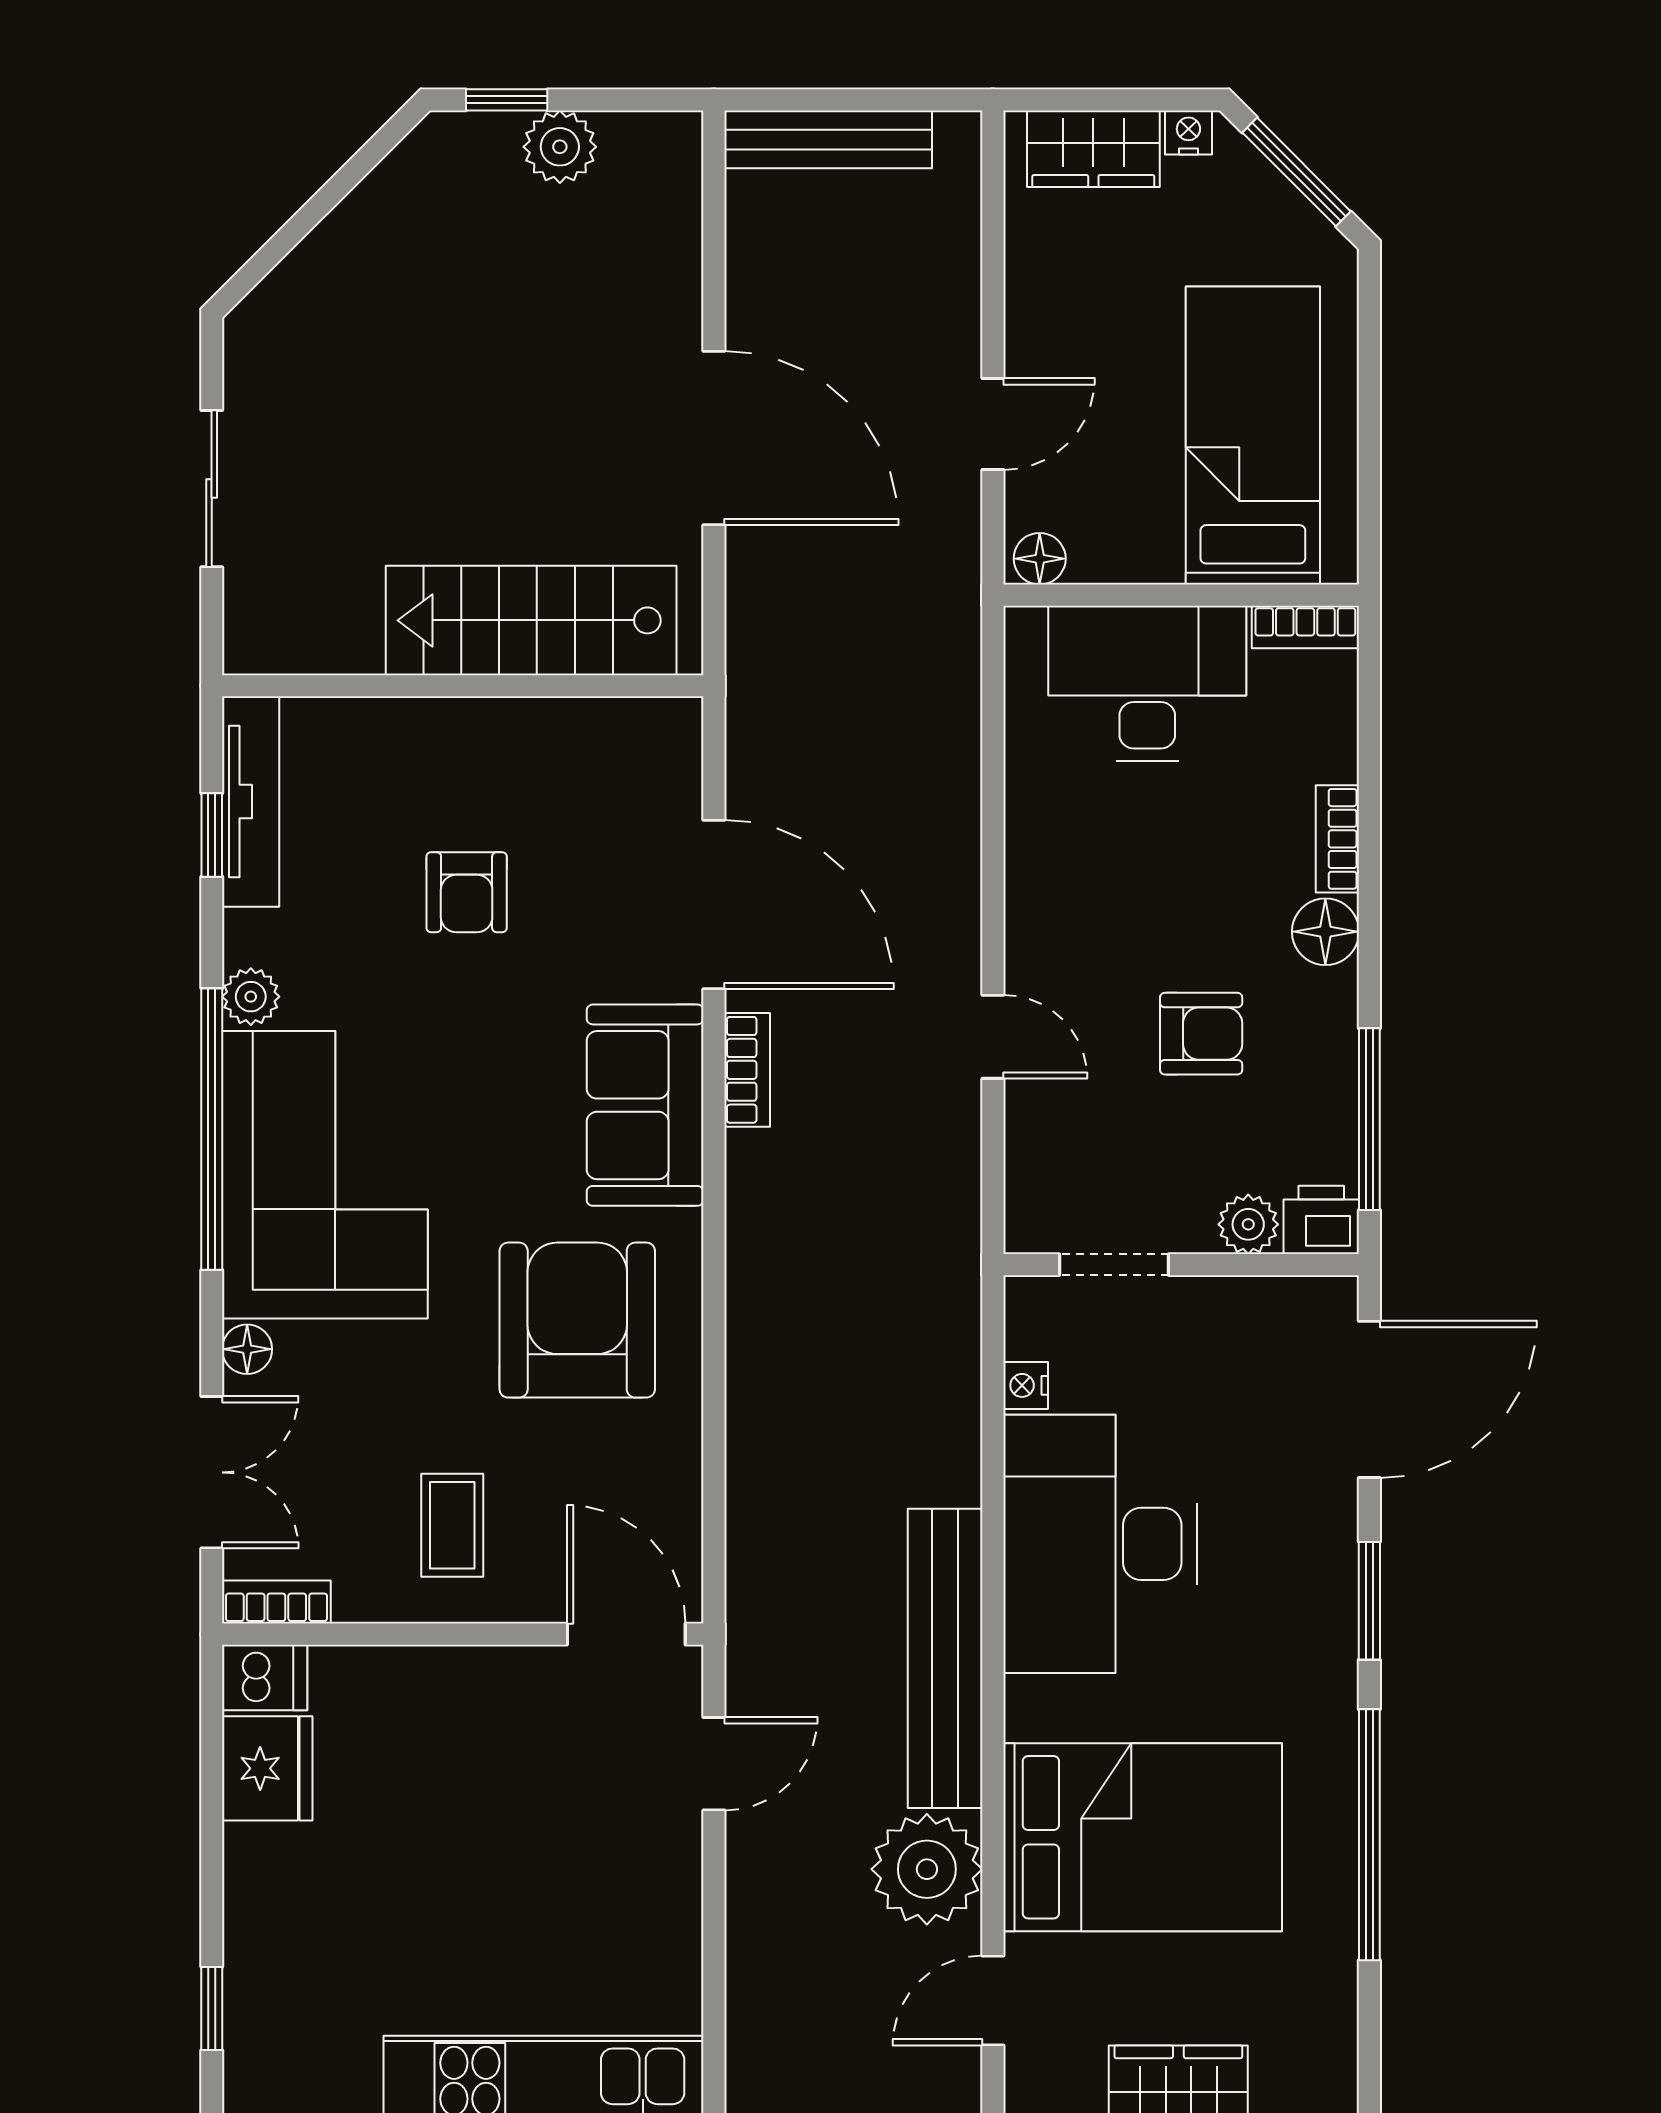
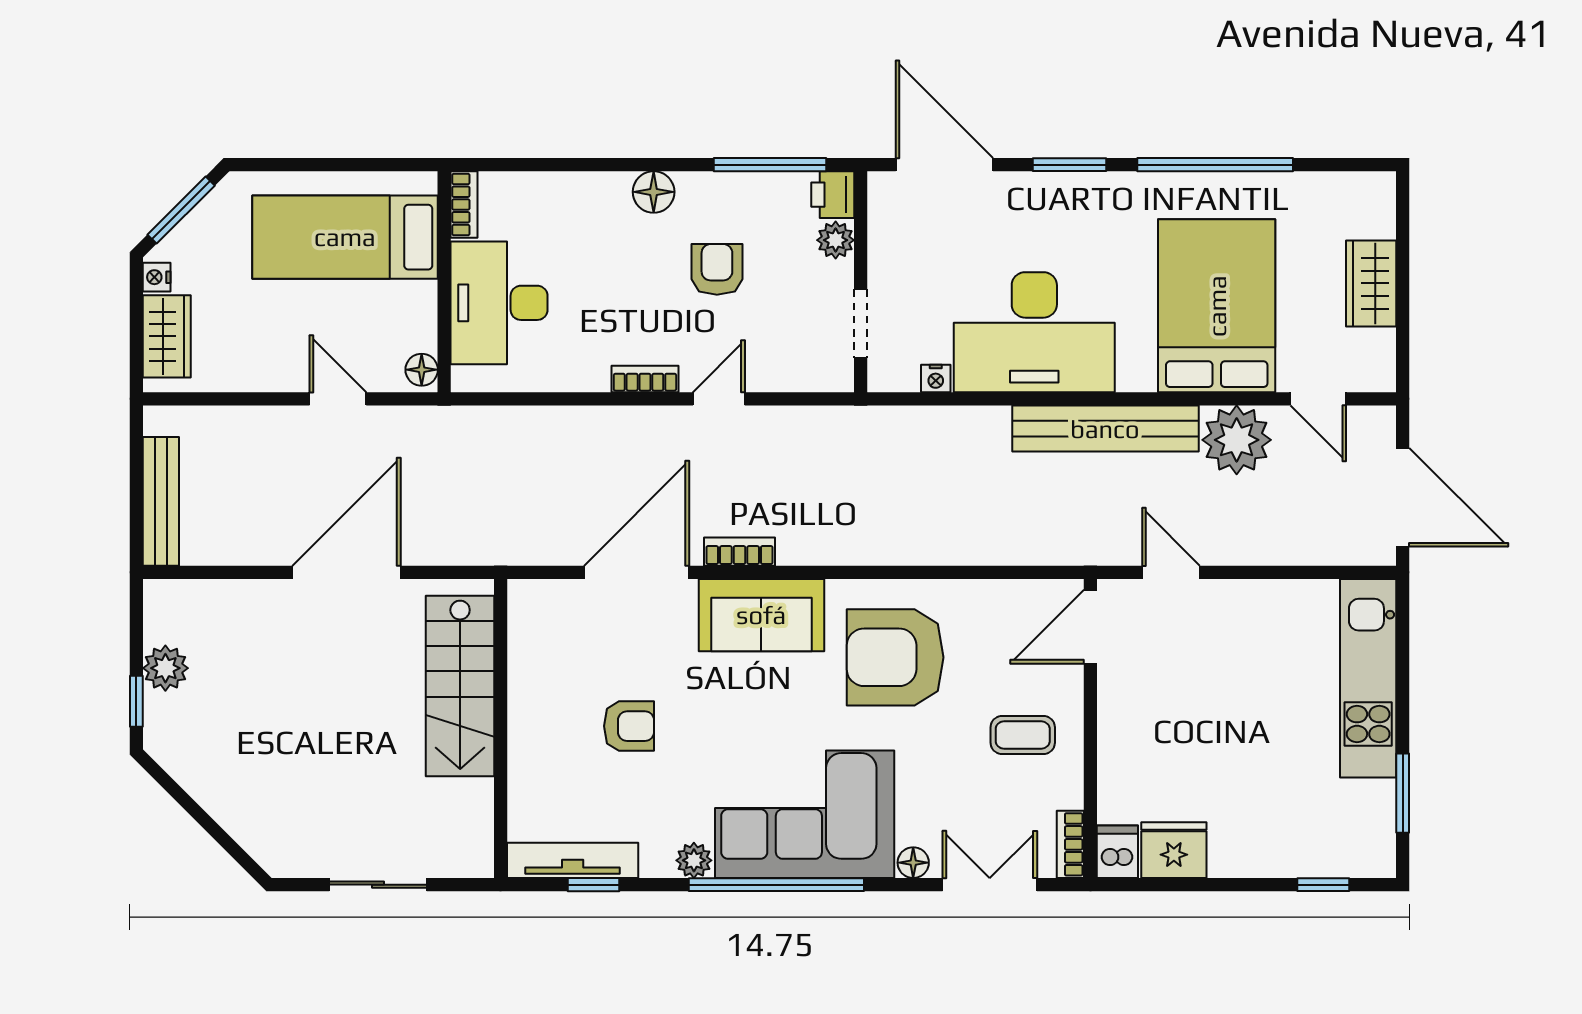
bookcase: (1337, 839) -> (645, 379), moved, turned 180

